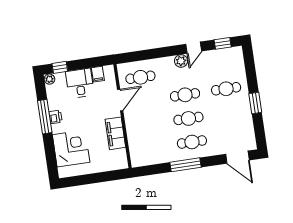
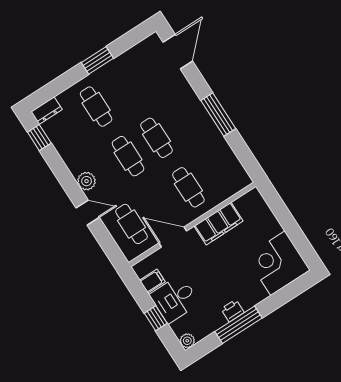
door: (194, 48) -> (88, 213), moved
dresser: (238, 56) -> (47, 111), added
window: (60, 67) -> (156, 318), moved
cafe table: (192, 142) -> (188, 187), moved
corner desk: (71, 148) -> (278, 263), moved

